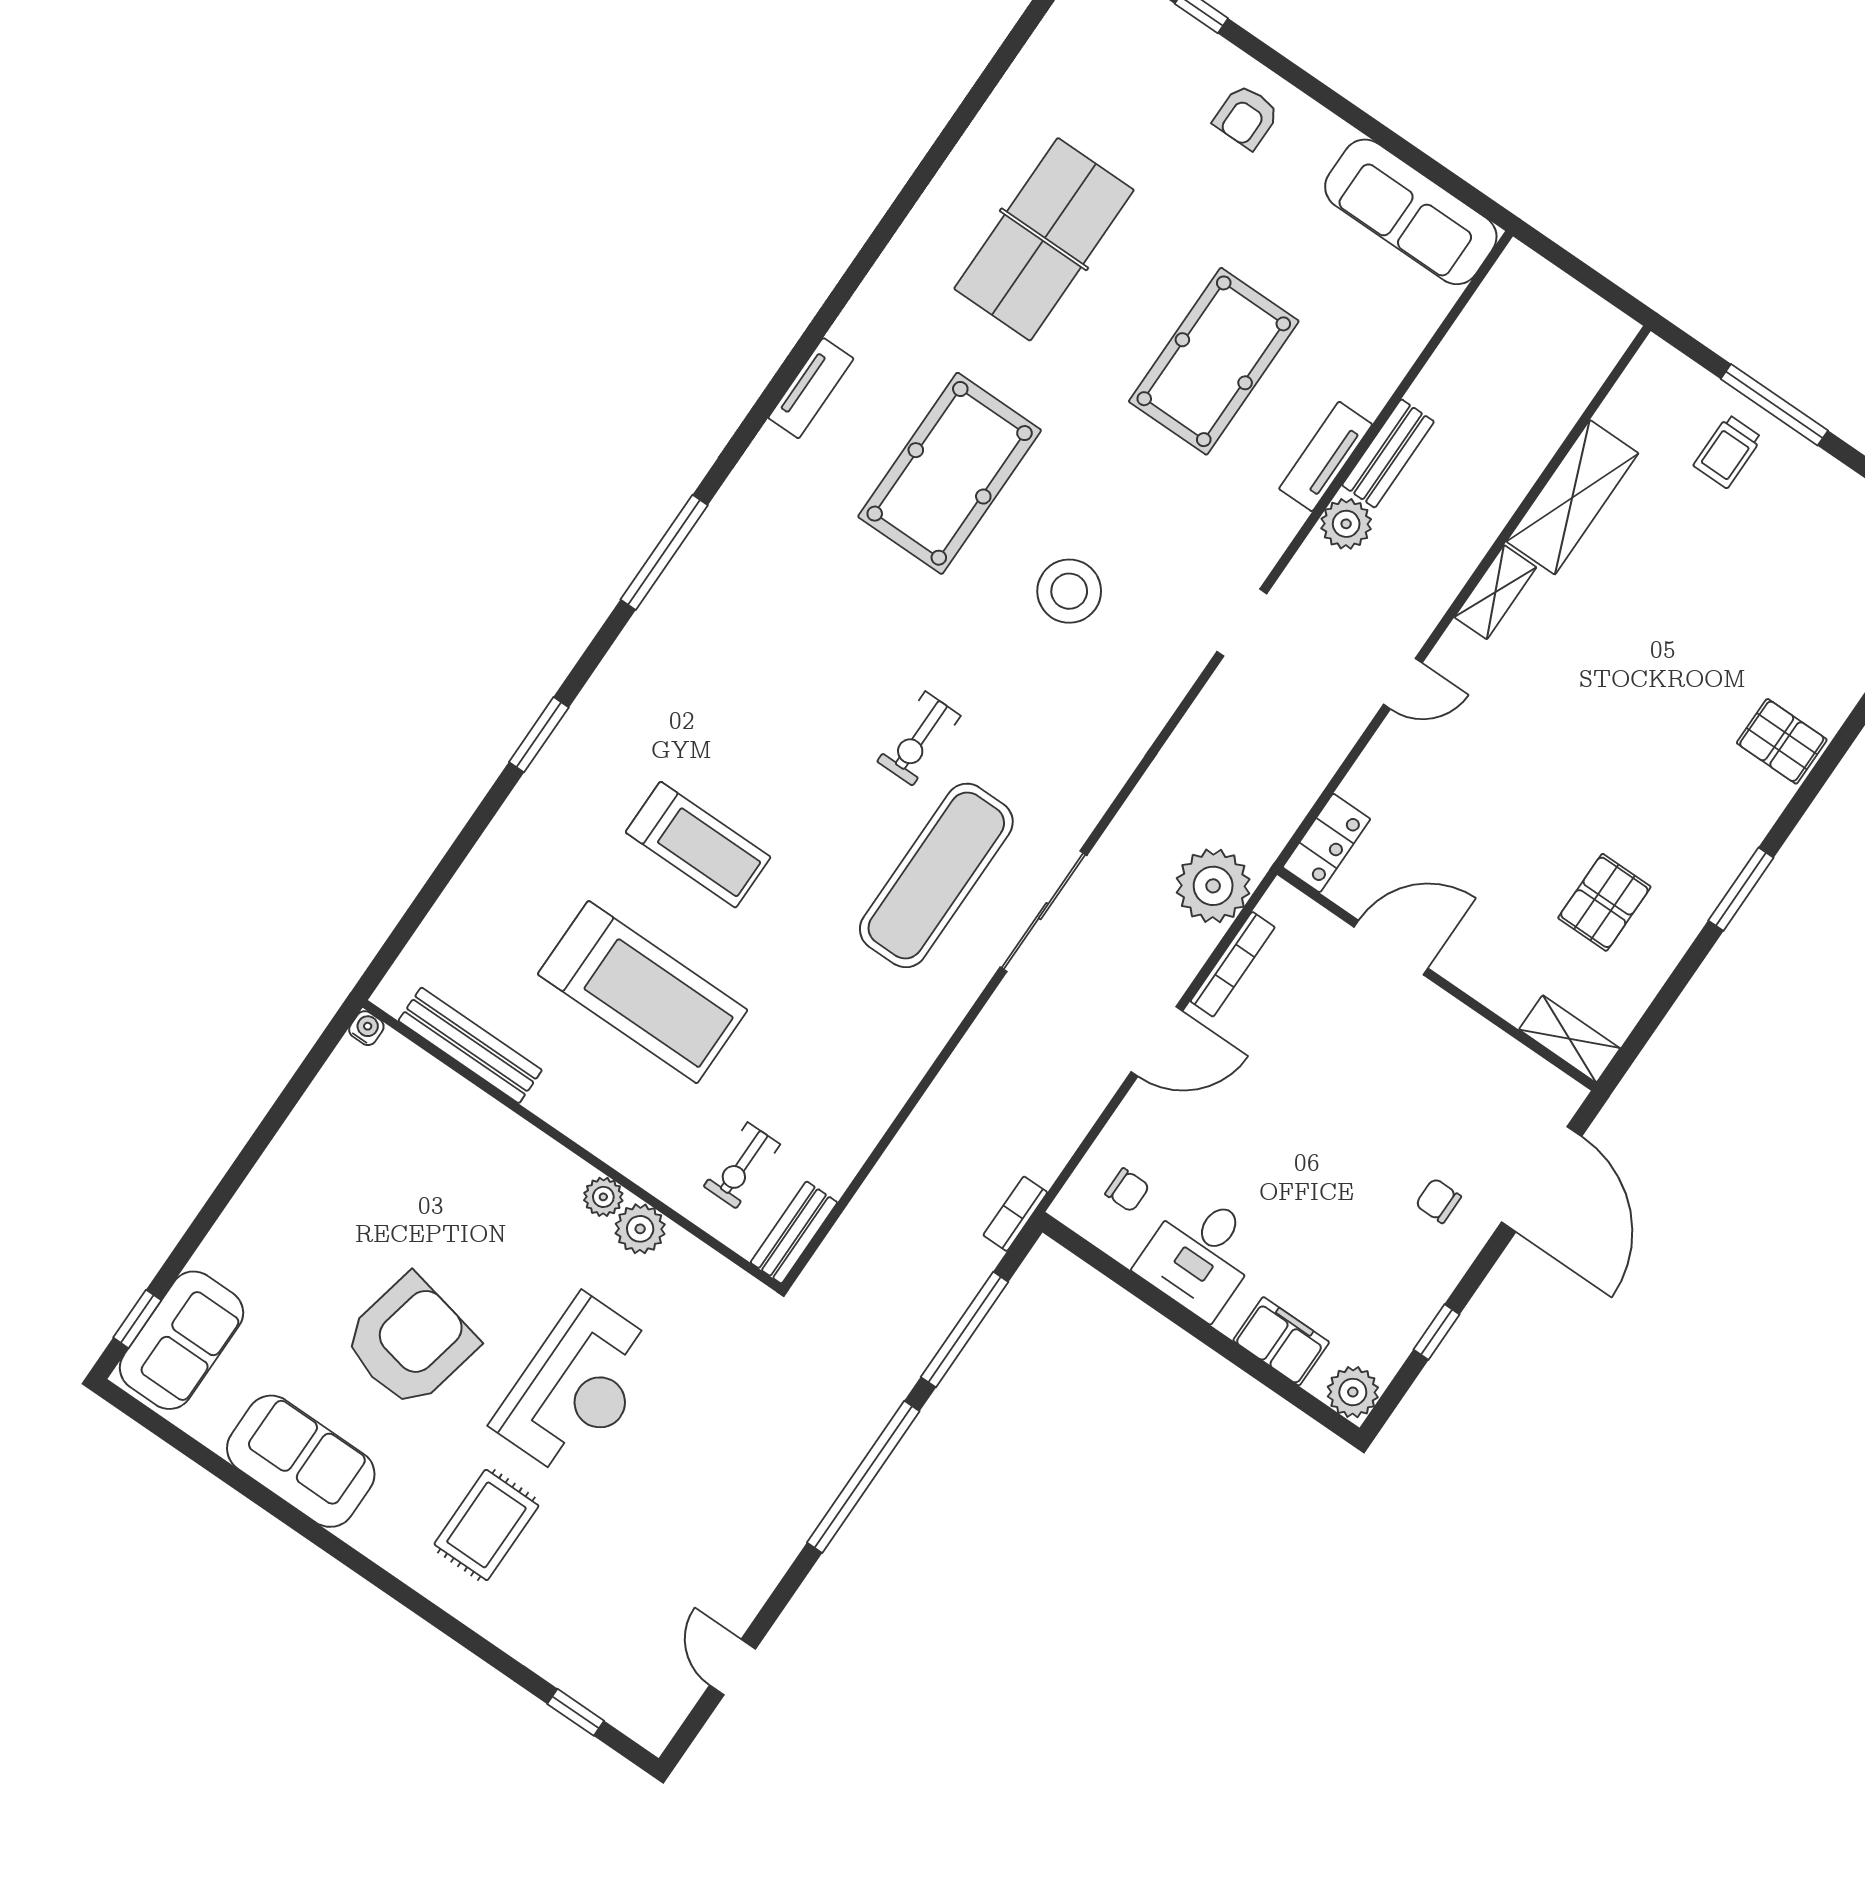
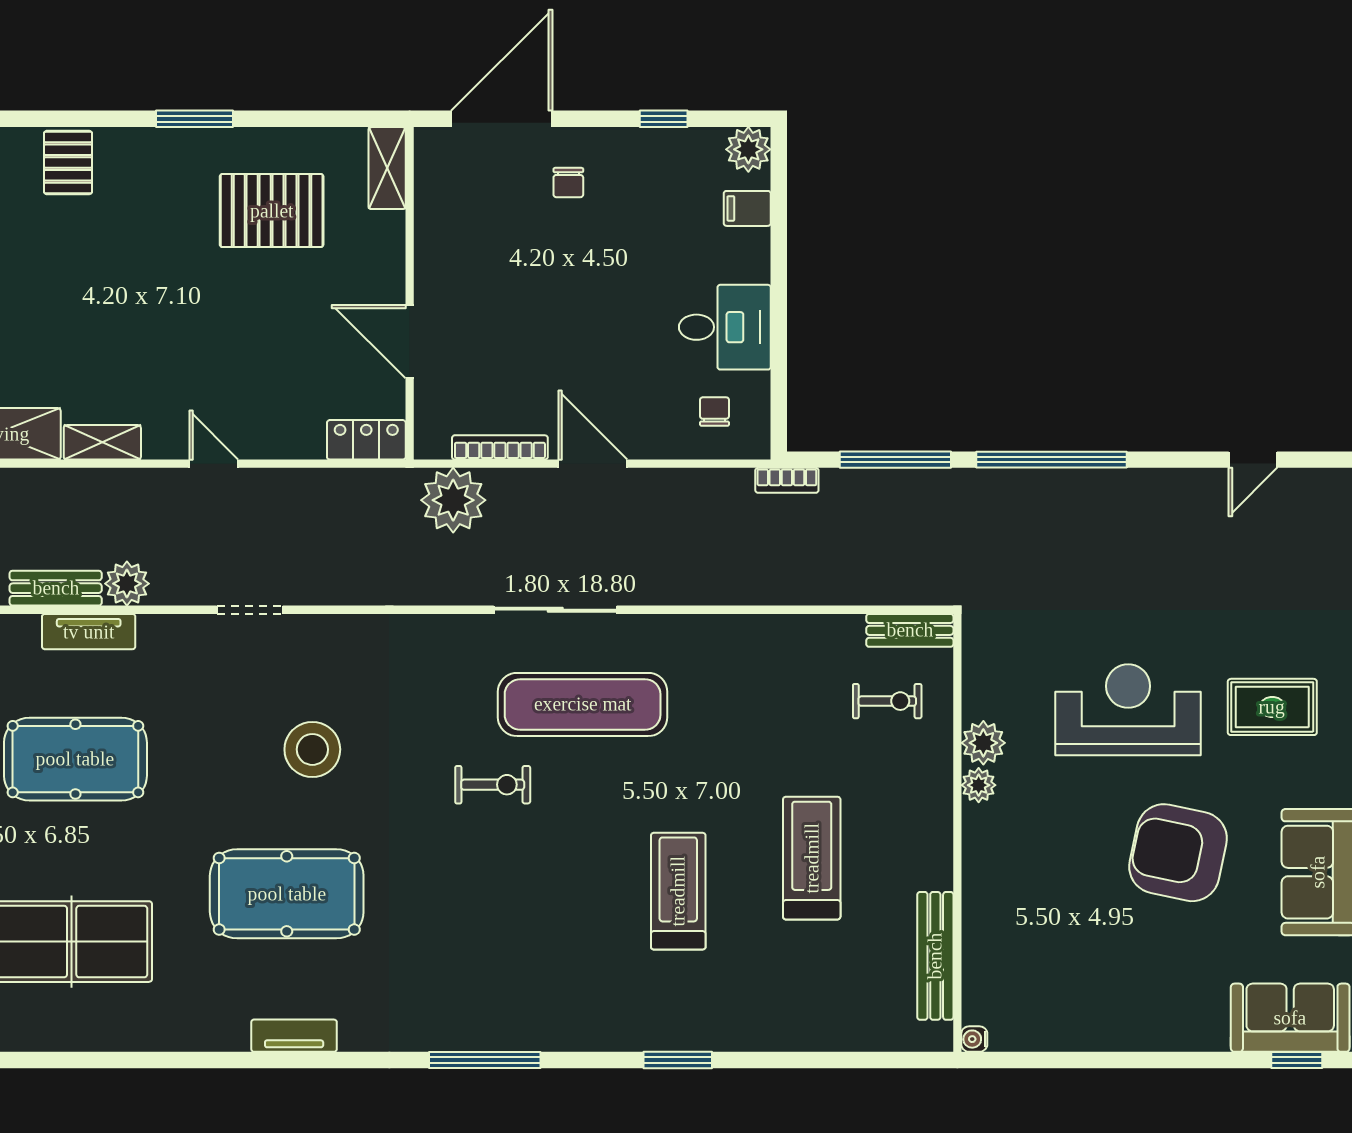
pallet: (1604, 902) -> (272, 211), width x1.50, depth x1.42
treadmill: (643, 992) -> (812, 858), width x0.73, depth x0.73
filing cabinet: (1281, 1341) -> (747, 208), width x0.50

